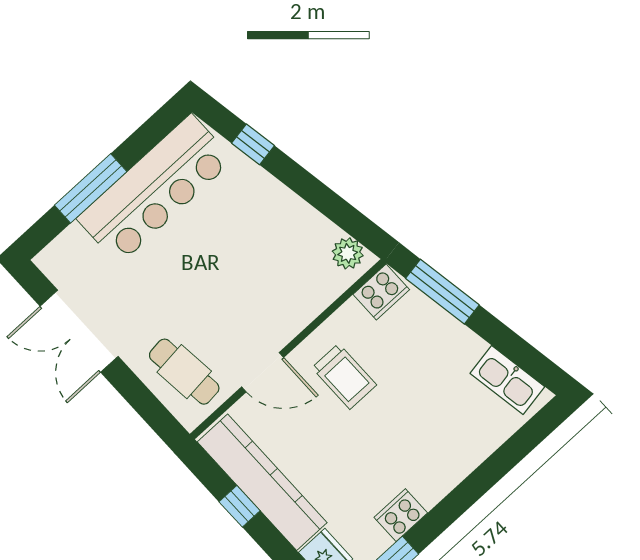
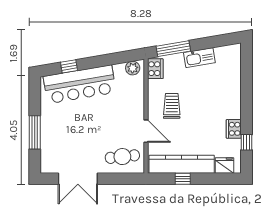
bar counter: (155, 189) -> (80, 84), moved, turned 80
door: (263, 372) -> (146, 131), hinge flipped
trolley: (344, 376) -> (172, 106), turned -90
kitchen sink: (507, 380) -> (199, 58), moved

